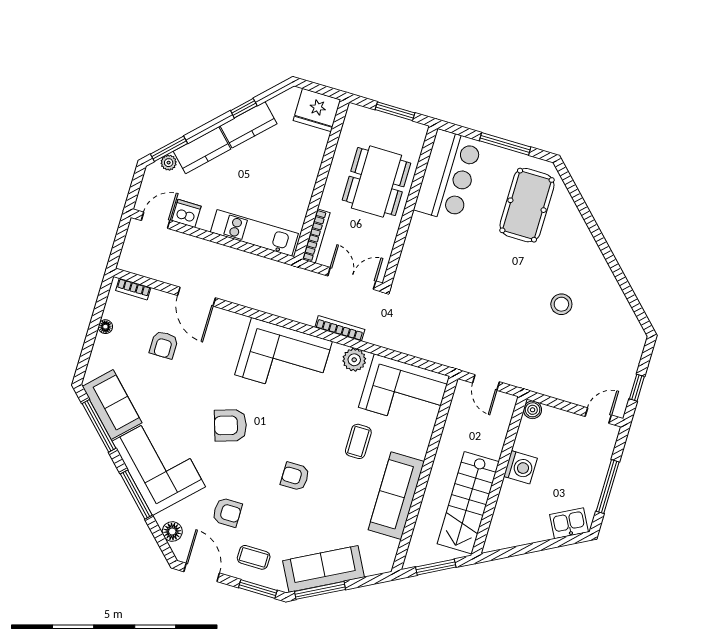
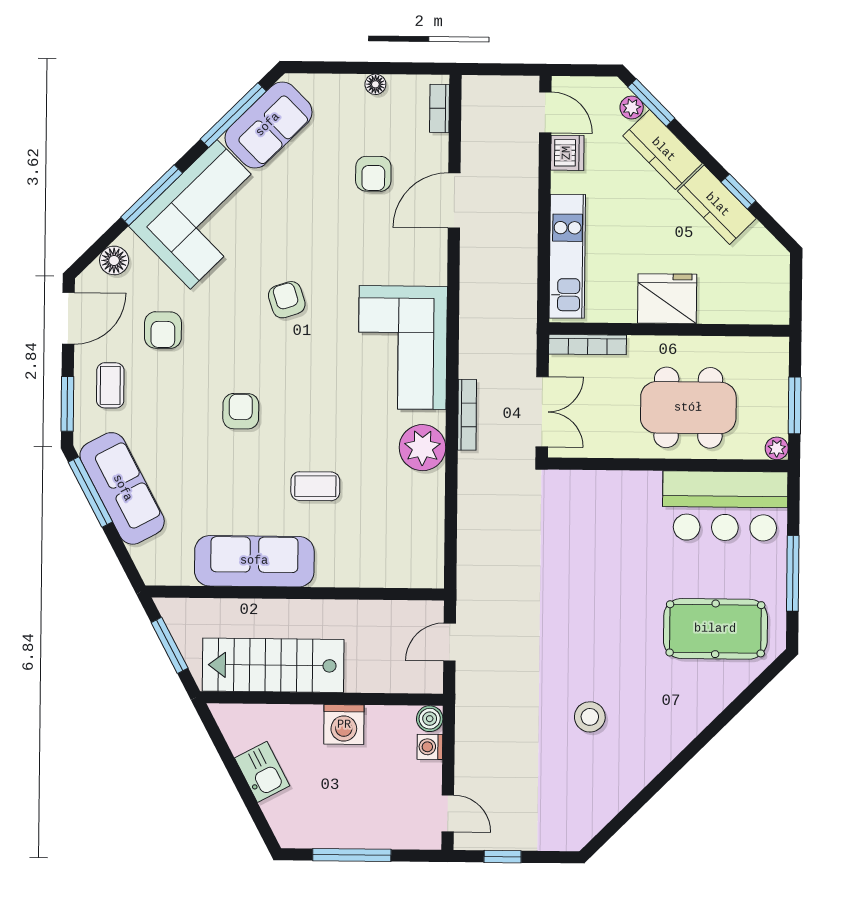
fridge: (317, 110) -> (667, 299), moved, turned 90
plant: (420, 131) -> (777, 448), added
armchair: (164, 345) -> (373, 174), turned -90
plant: (354, 360) -> (422, 448), width x1.36, depth x1.36
corner sofa: (404, 392) -> (404, 531), removed
washing machine: (551, 415) -> (430, 747), added
armchair: (230, 425) -> (287, 300), width x0.72, depth x0.72
kitchen sink: (569, 523) -> (262, 772), moved

